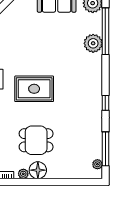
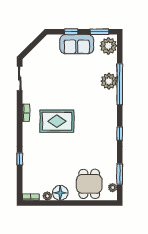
window: (105, 31) -> (120, 84), moved
dining table: (36, 140) -> (89, 184), moved, turned 90
window: (105, 149) -> (120, 174), width x0.69

